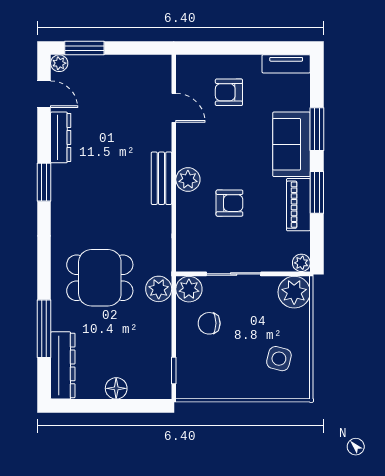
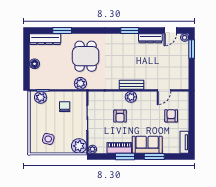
plant: (189, 289) -> (41, 97), moved
window: (44, 329) -> (62, 30), width x0.69

